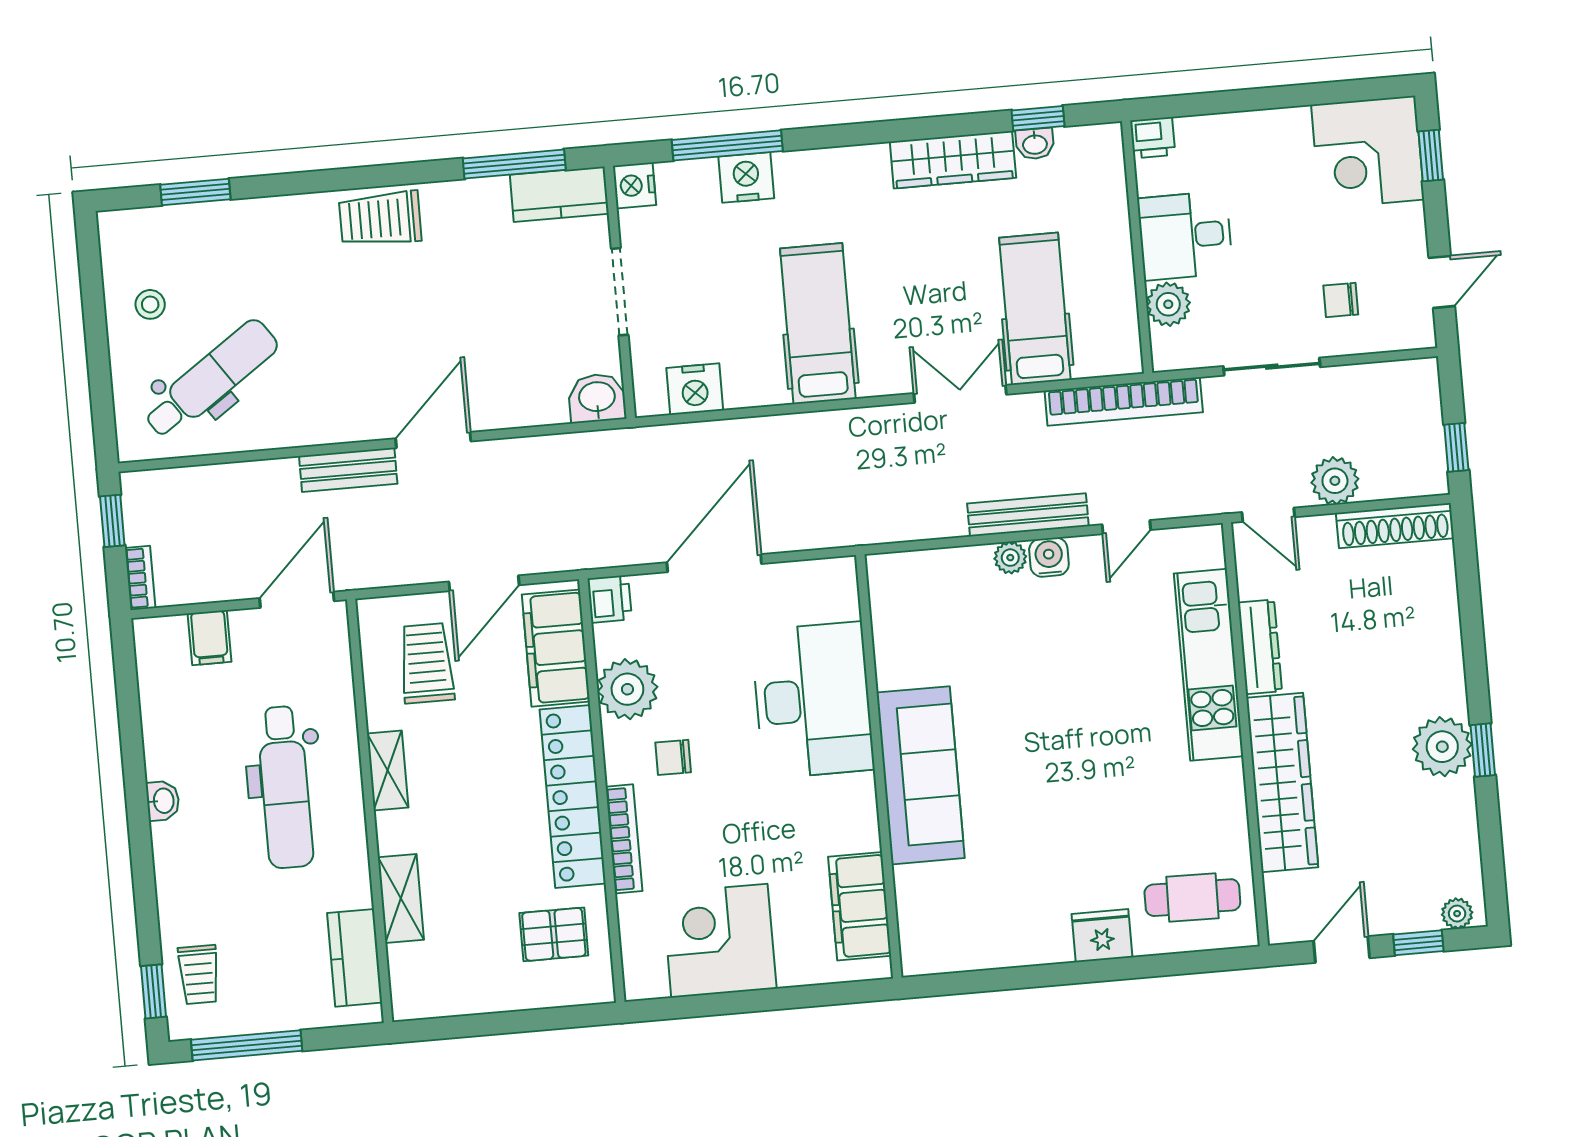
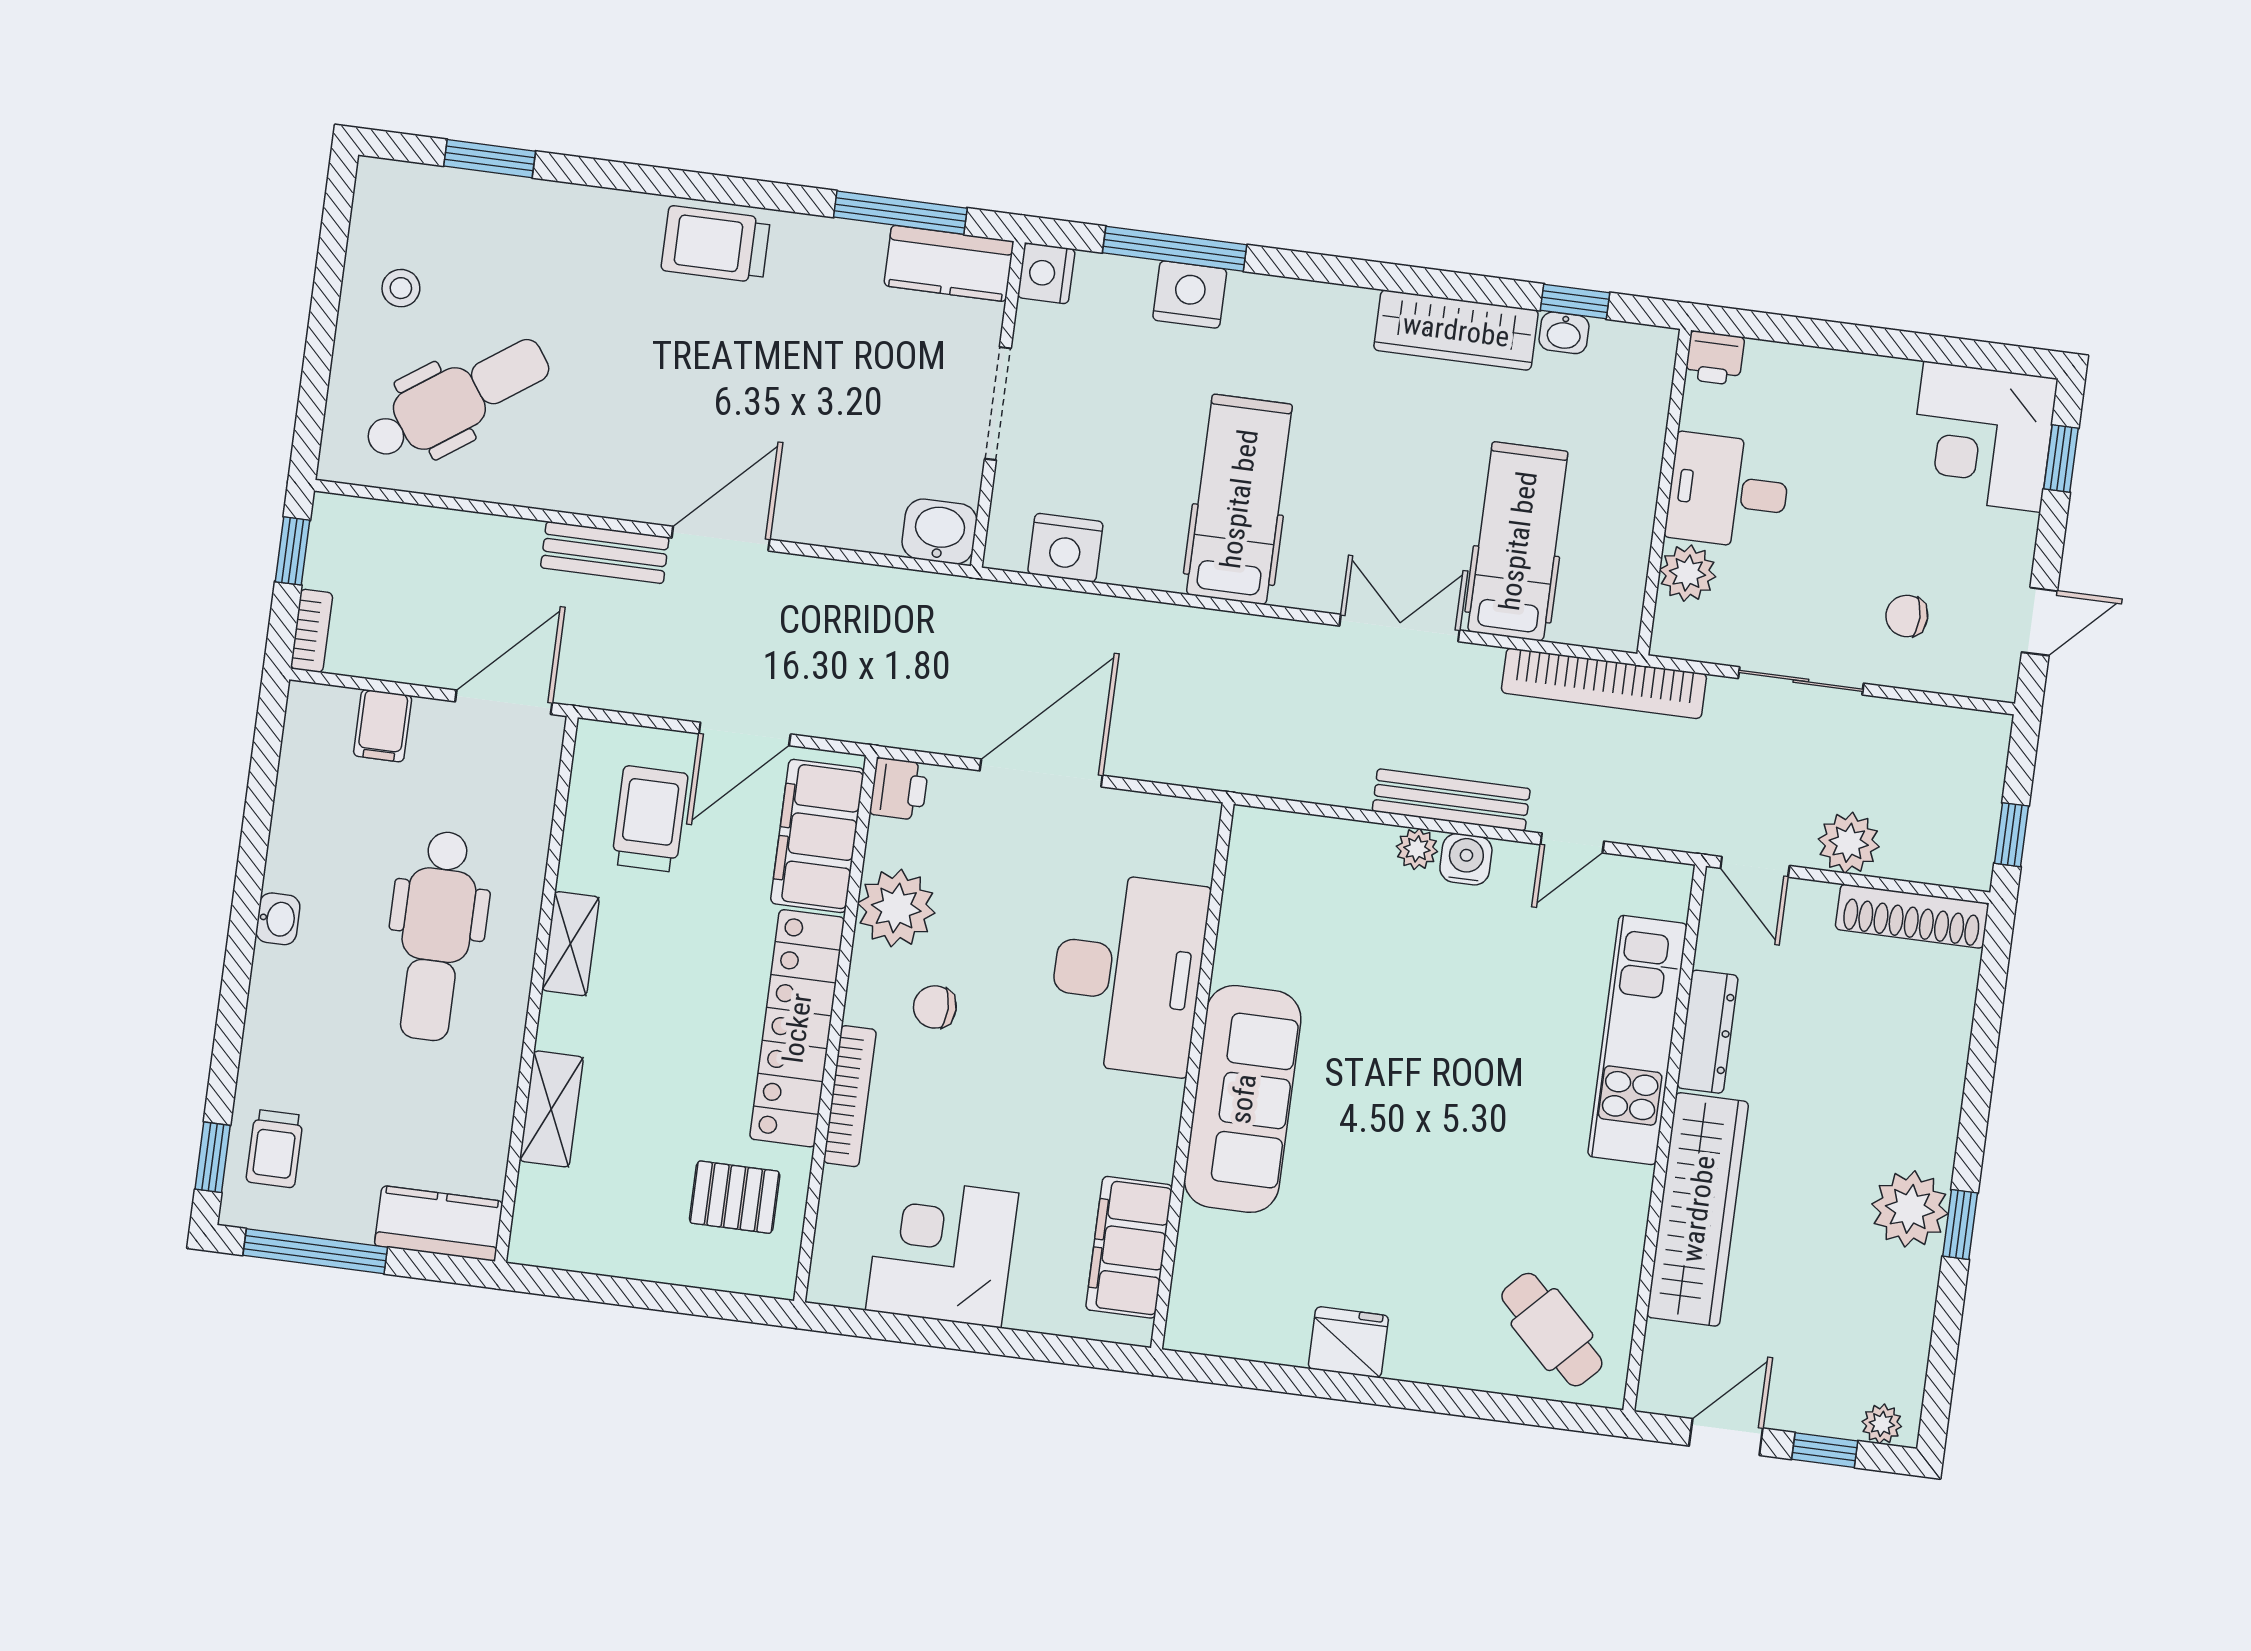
cafe table: (1192, 898) -> (1552, 1330), turned 43
fridge: (1102, 936) -> (1348, 1342), moved
kitchen counter: (355, 958) -> (439, 1223), moved, turned 90

